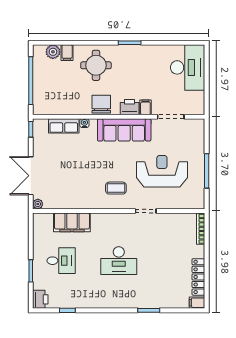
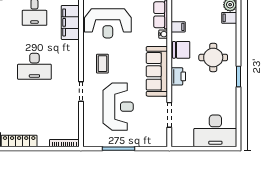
round table: (96, 65) -> (213, 58), moved
filing cabinet: (145, 107) -> (178, 27), moved
reception desk: (73, 182) -> (108, 23), added
desk: (119, 261) -> (34, 66), turned -90

